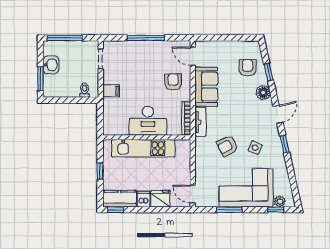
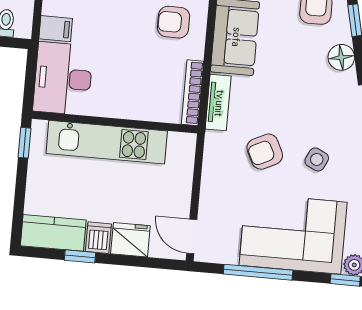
armchair: (173, 82) -> (174, 22), turned -90
desk: (148, 121) -> (63, 78), moved, turned 90
window: (100, 171) -> (25, 143), moved
window: (116, 210) -> (80, 256), moved
window: (229, 210) -> (258, 272), width x1.44

